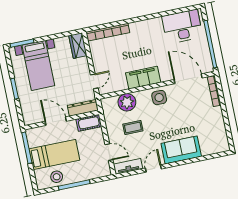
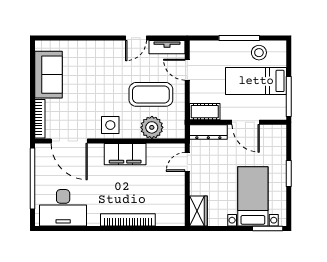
bookcase: (108, 32) -> (128, 220), moved
coffee table: (133, 127) -> (151, 94), width x1.86, depth x1.72
sofa: (181, 150) -> (48, 75), moved, turned -90

